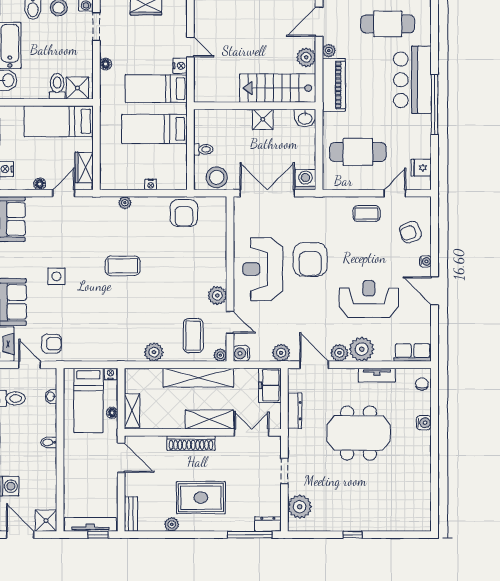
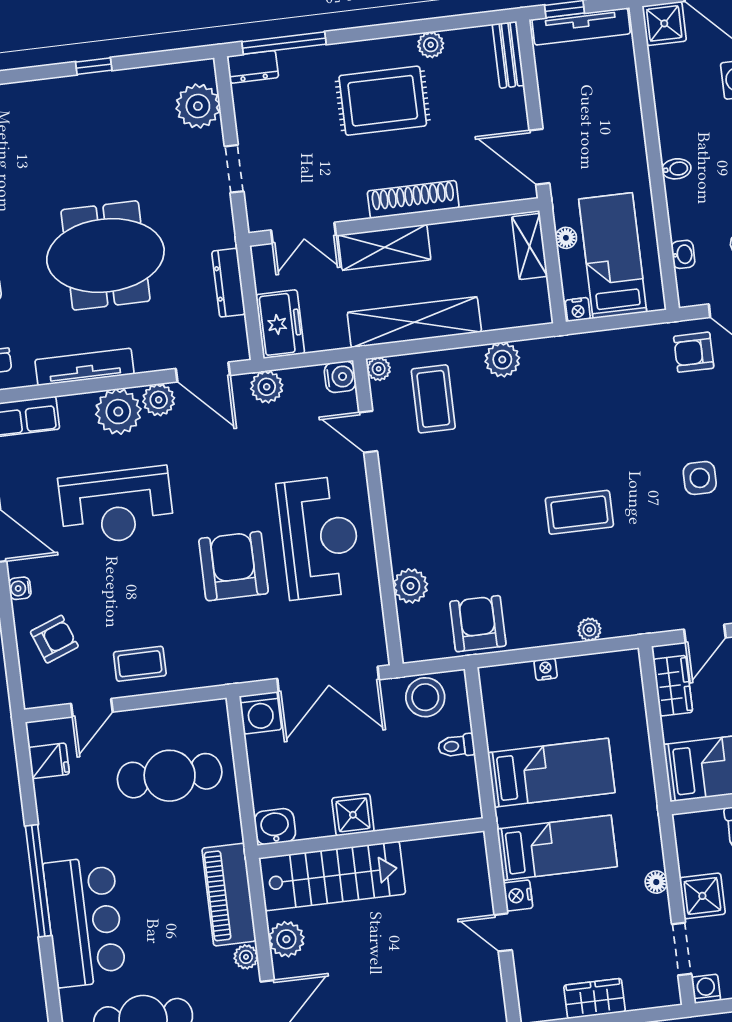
shower: (77, 88) -> (702, 896), moved
plant: (217, 295) -> (410, 586), moved
tv unit: (377, 375) -> (85, 367), width x1.41

